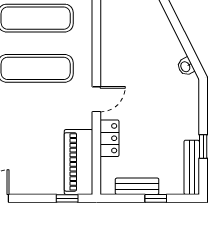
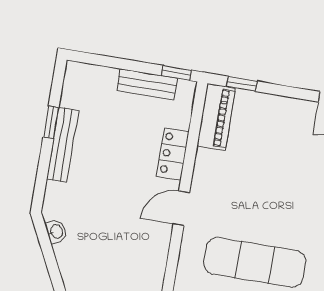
piano: (79, 162) -> (216, 117), width x0.73, depth x0.75
bench: (192, 167) -> (63, 145), moved
window: (156, 198) -> (176, 73), moved

